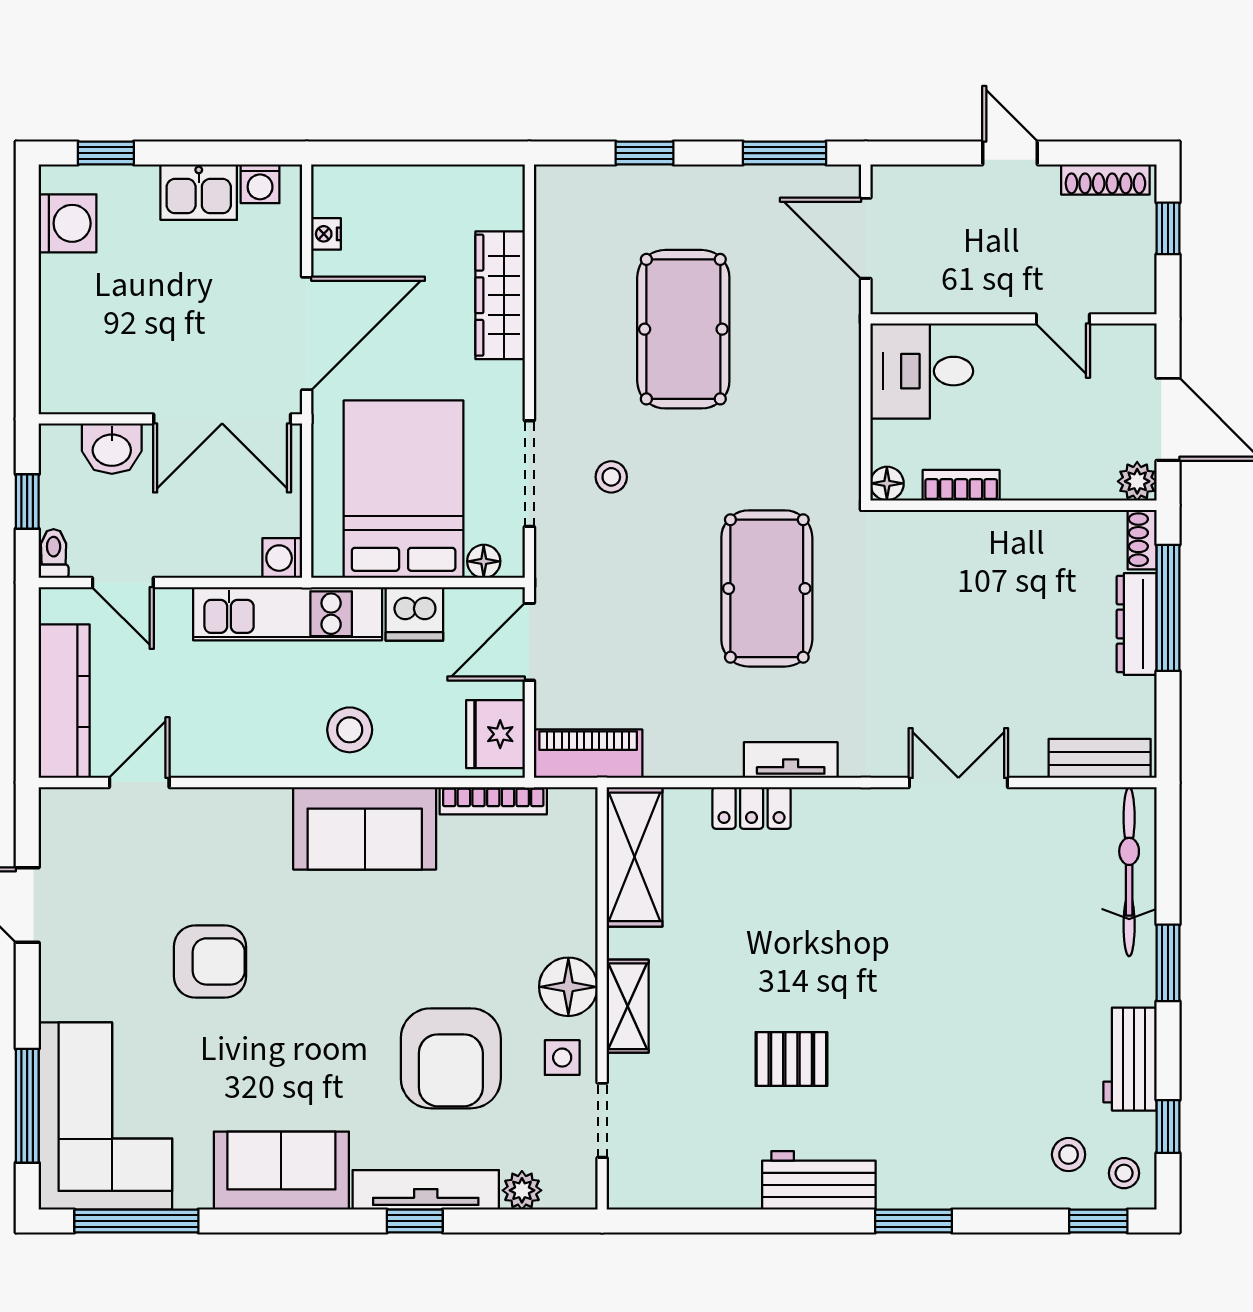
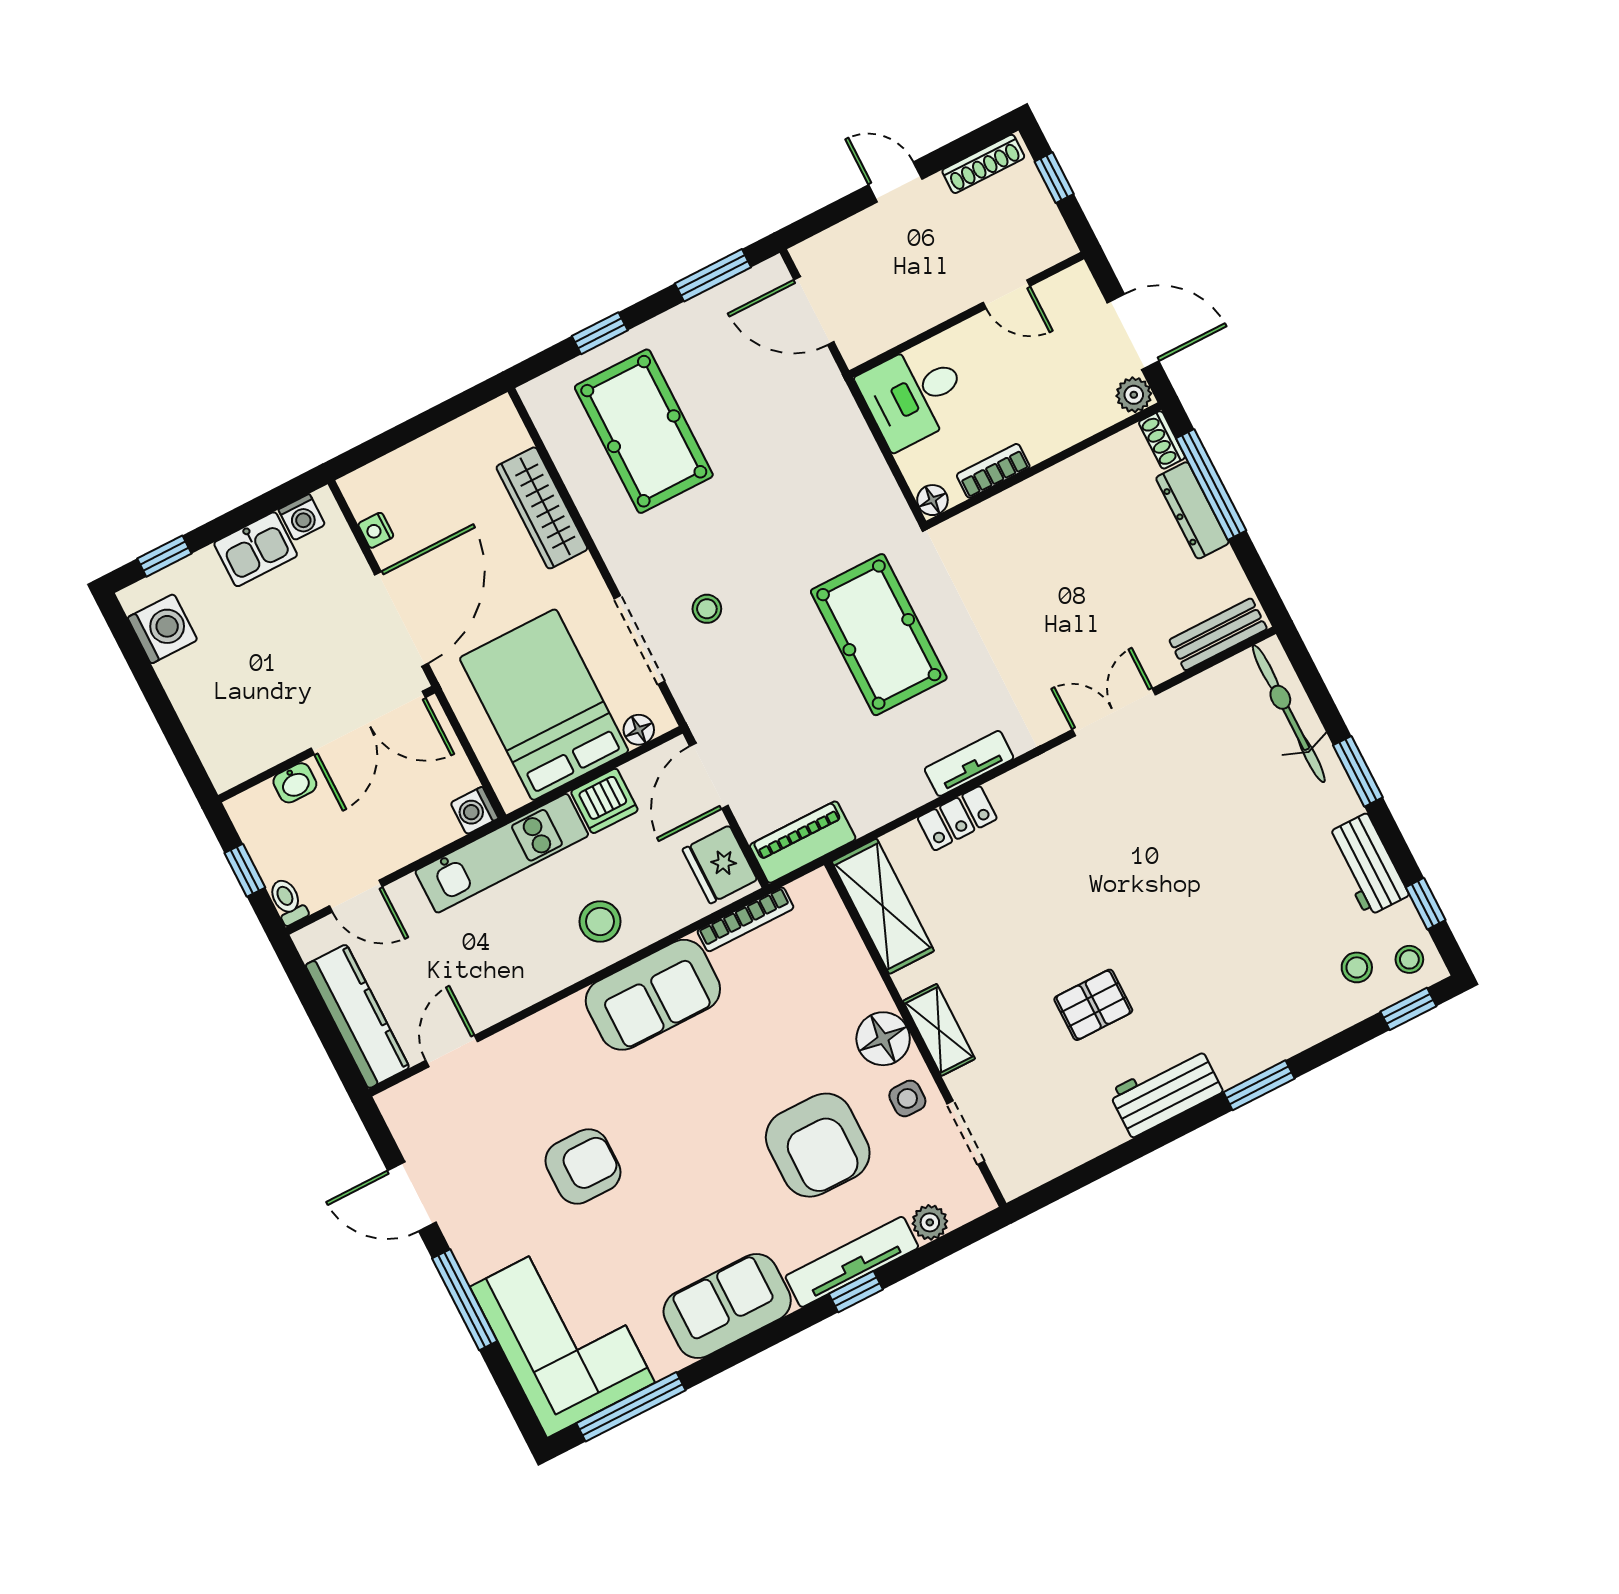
pool table: (683, 329) -> (644, 431), moved
washbasin: (112, 449) -> (295, 783), width x0.72, depth x0.69
window: (27, 1106) -> (465, 1300), moved

